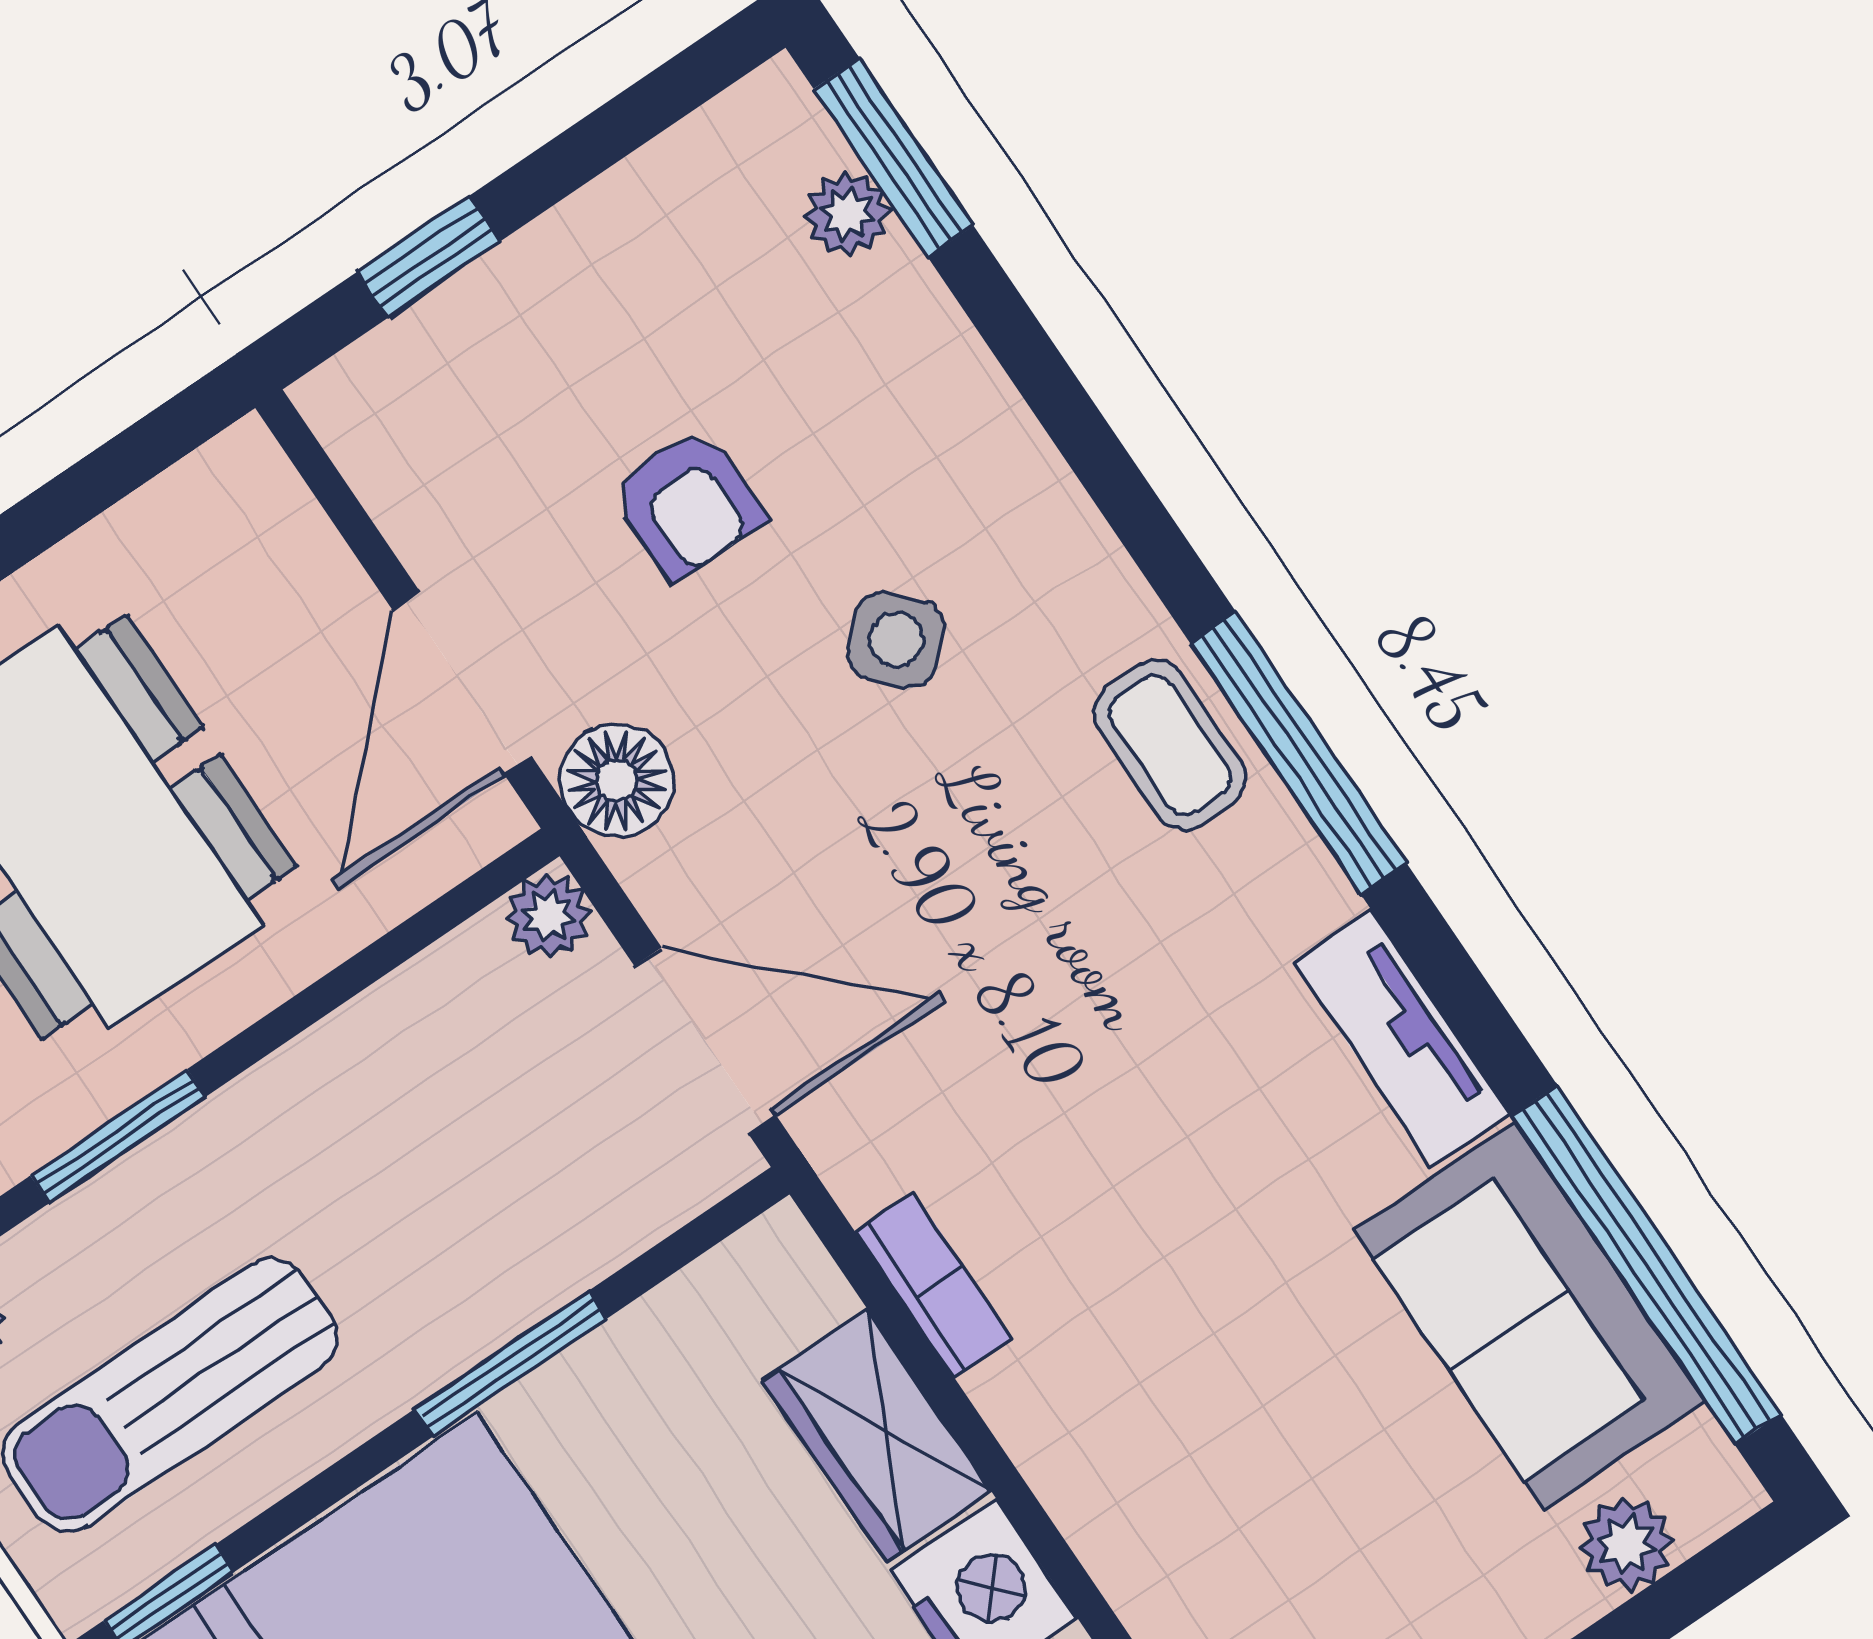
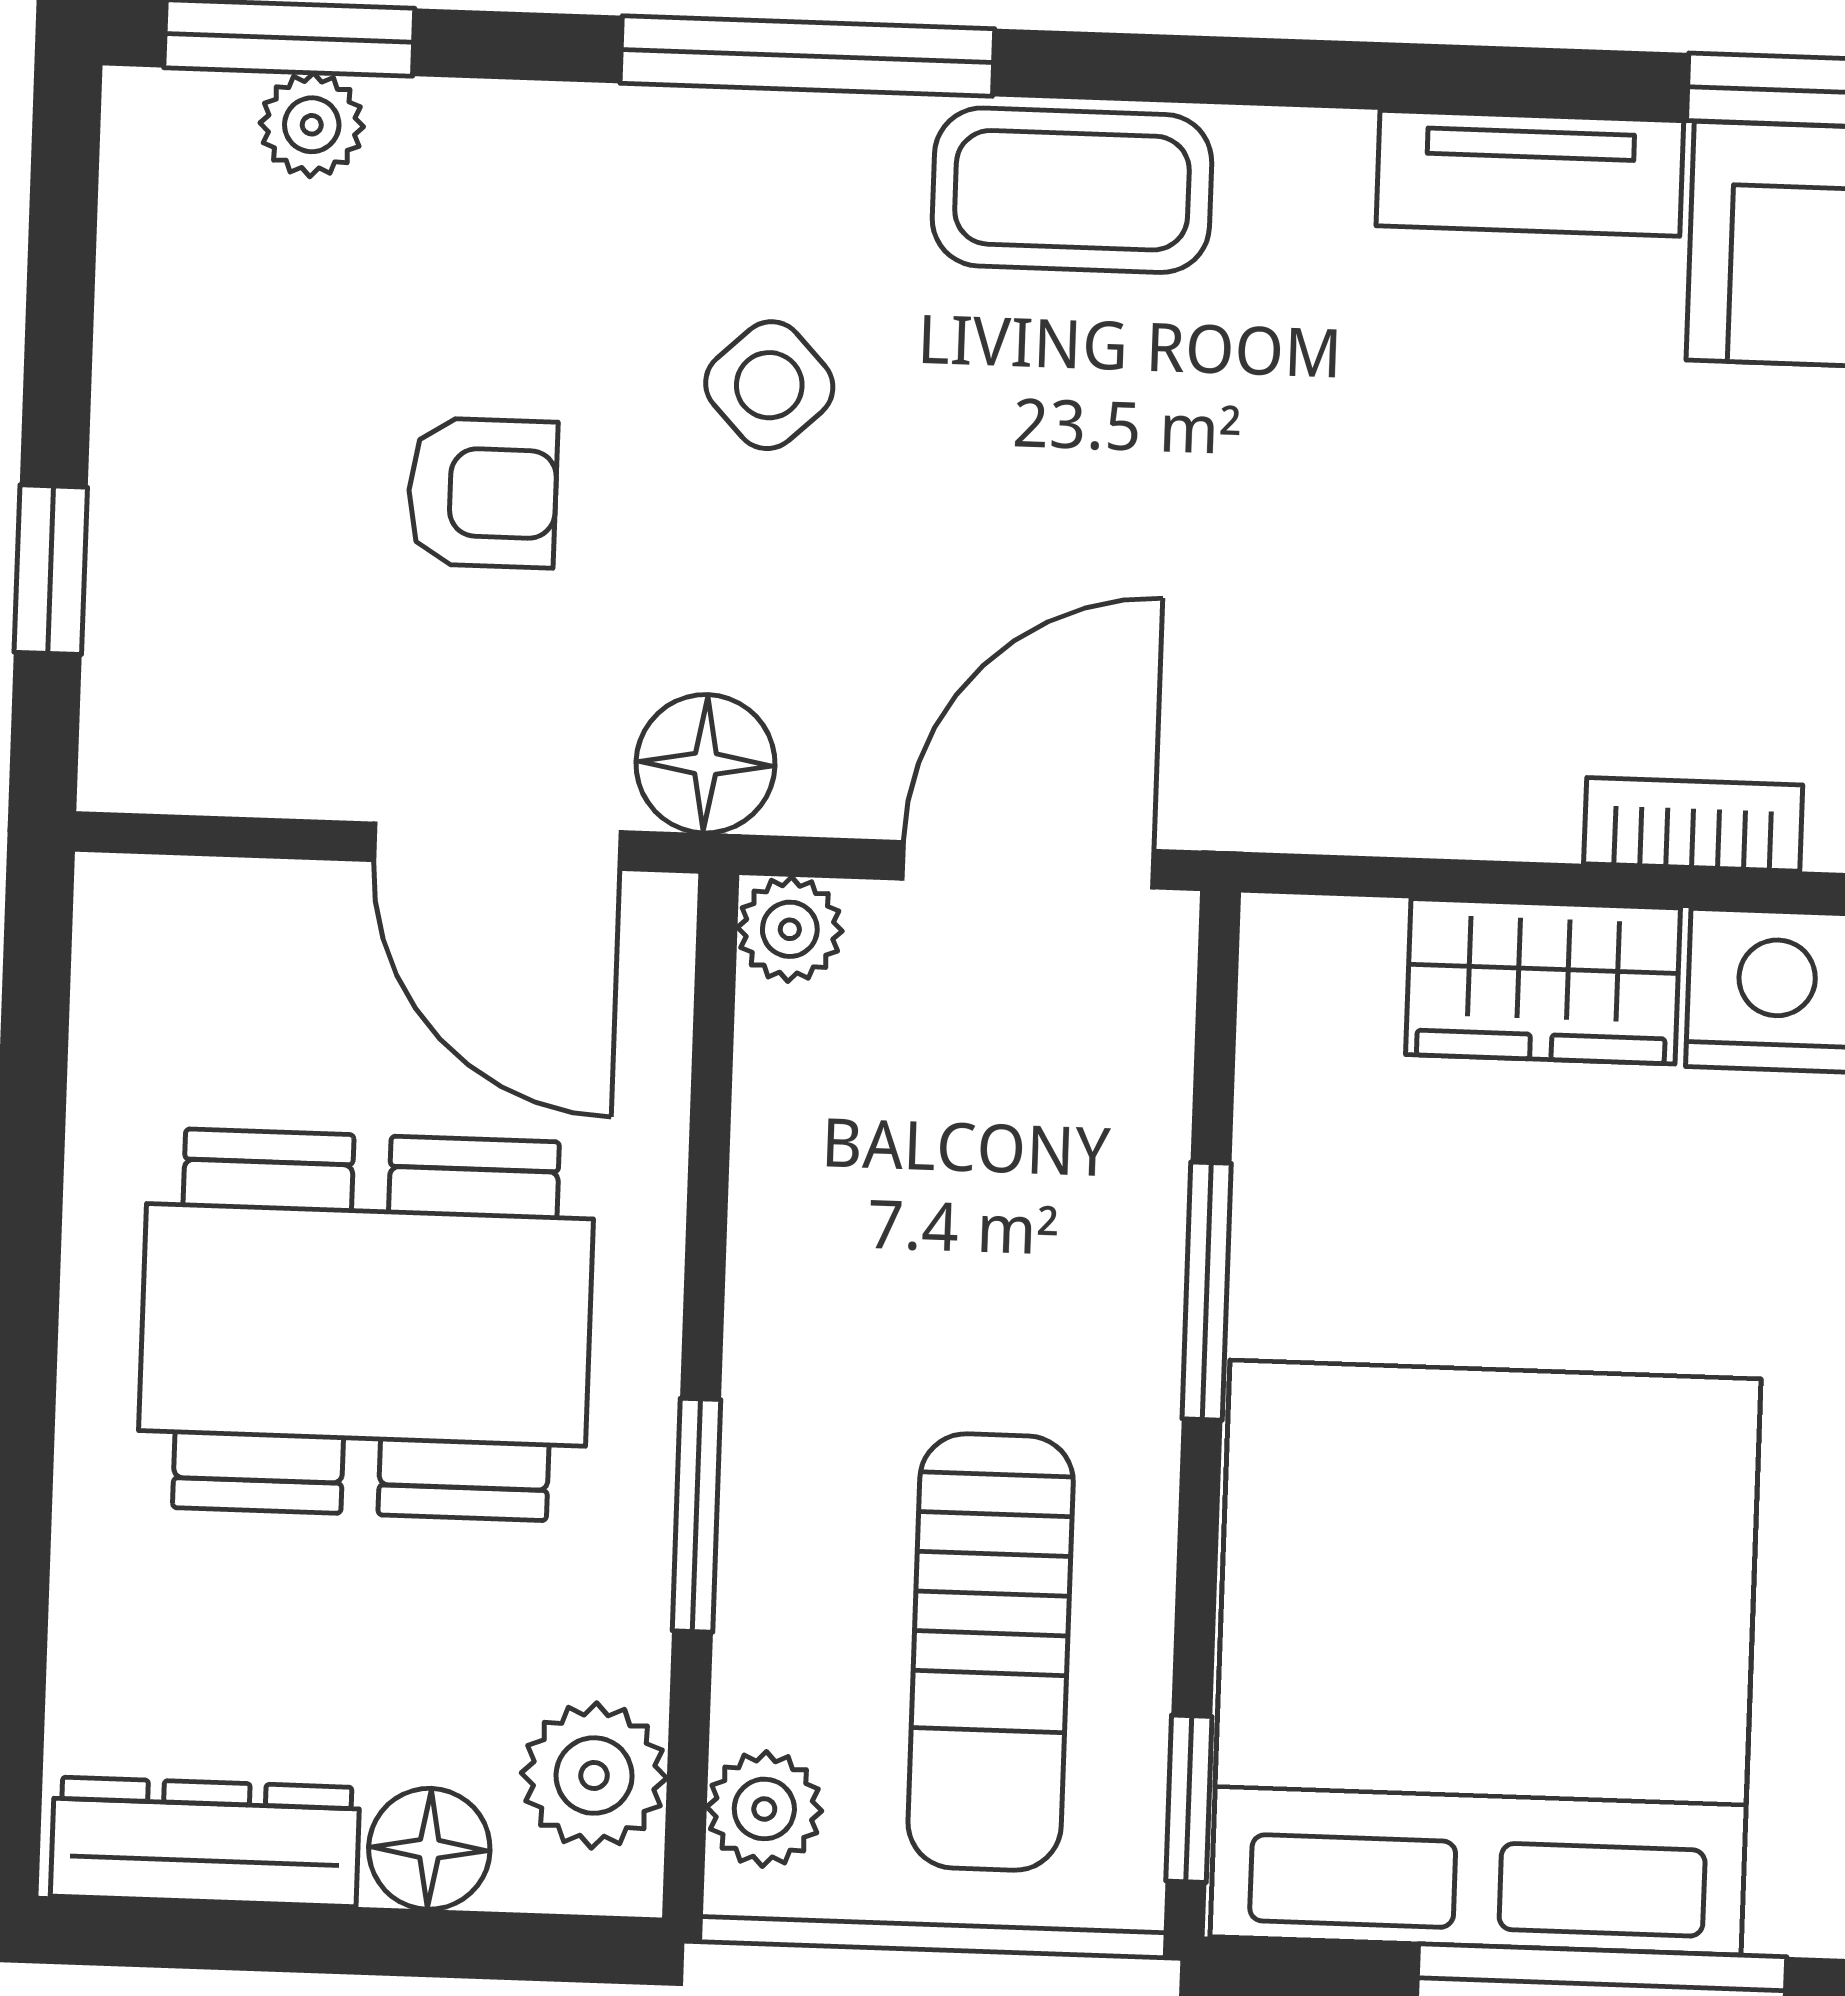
coffee table: (1170, 745) -> (1072, 190), width x1.36, depth x1.30
window: (1298, 753) -> (807, 56), moved
bookcase: (934, 1285) -> (1693, 824), moved

